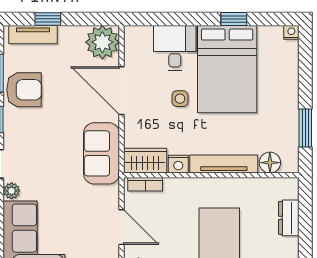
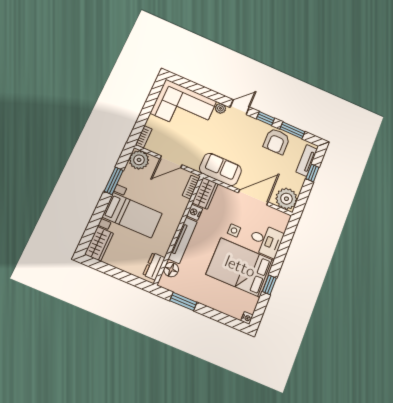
dresser: (289, 218) -> (154, 266), moved, turned -90

